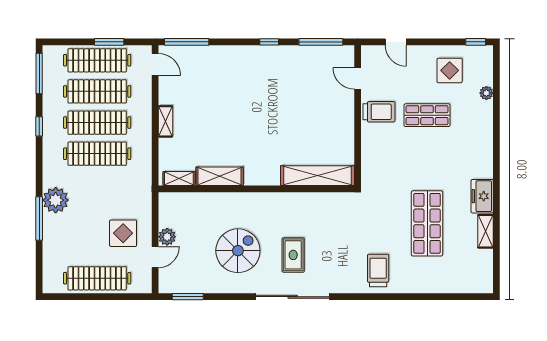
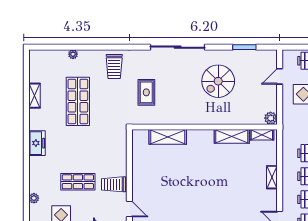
shelving: (317, 176) -> (168, 137), width x0.68
freezer: (482, 196) -> (37, 143), moved
plant: (167, 237) -> (271, 118), moved
rug: (293, 255) -> (146, 92), moved
plant: (434, 287) -> (73, 54), added
window: (188, 297) -> (244, 47), moved

